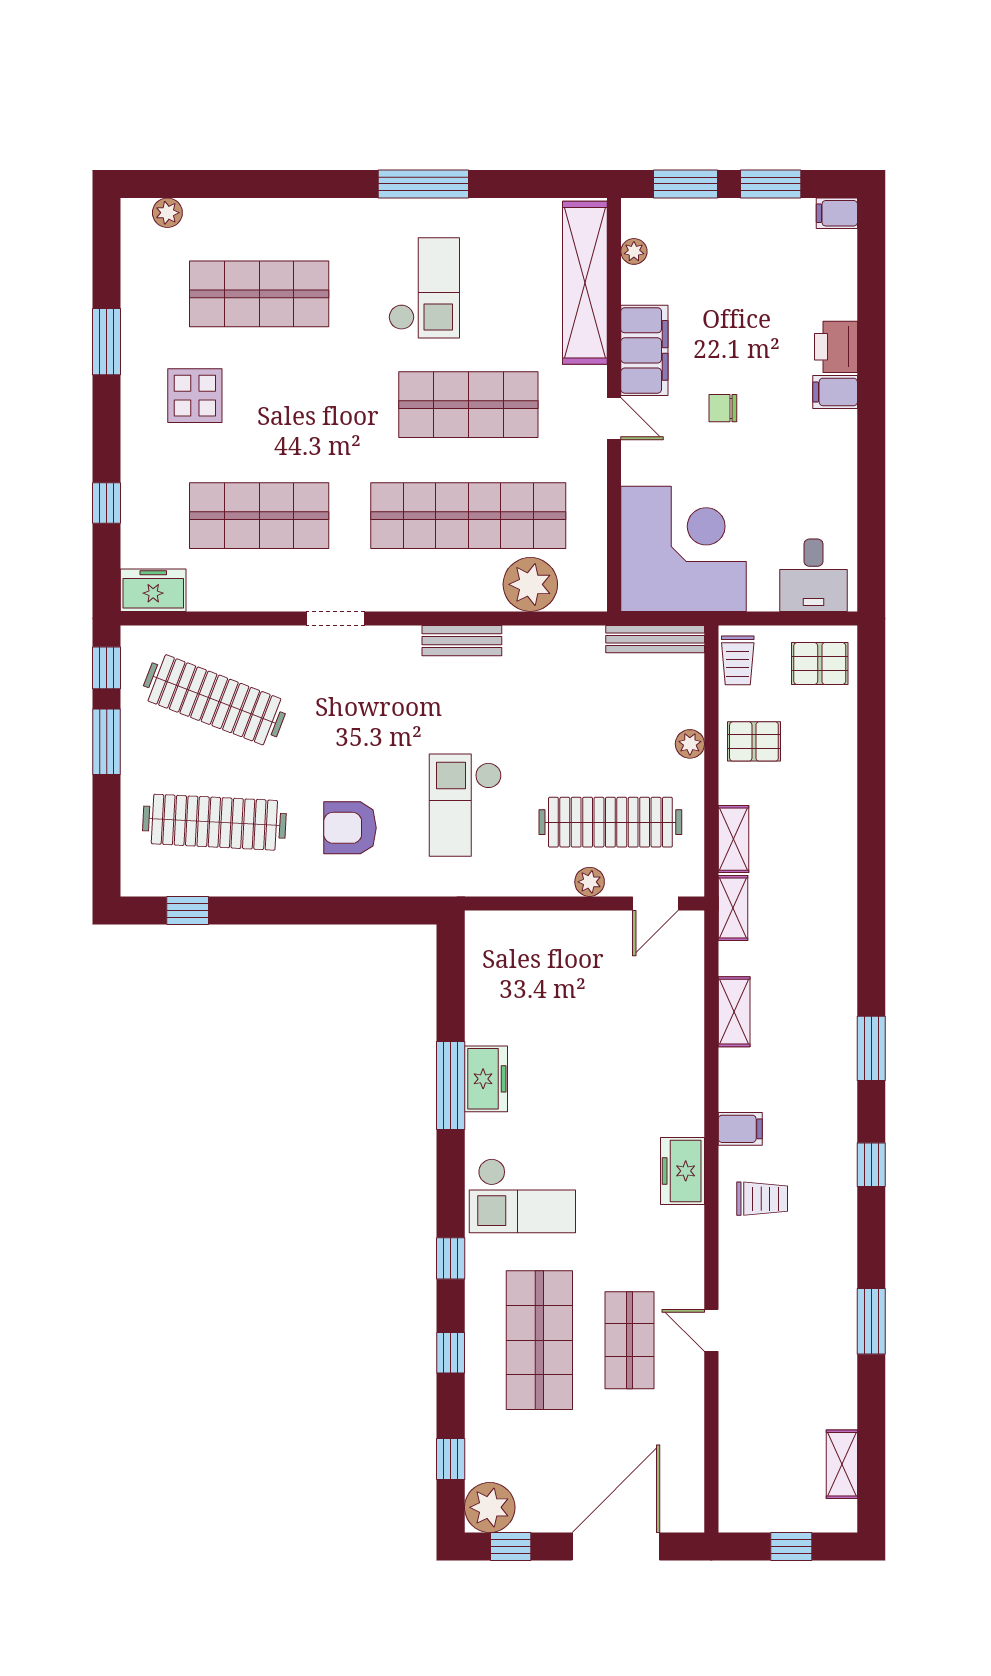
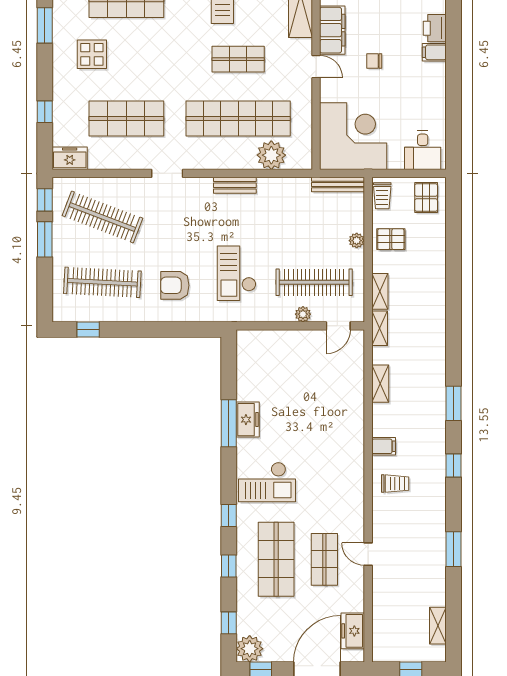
shop shelf: (468, 405) -> (238, 59), width x0.70, depth x0.74
pallet: (820, 664) -> (426, 198), turned 90
freezer: (683, 1171) -> (353, 631), moved

